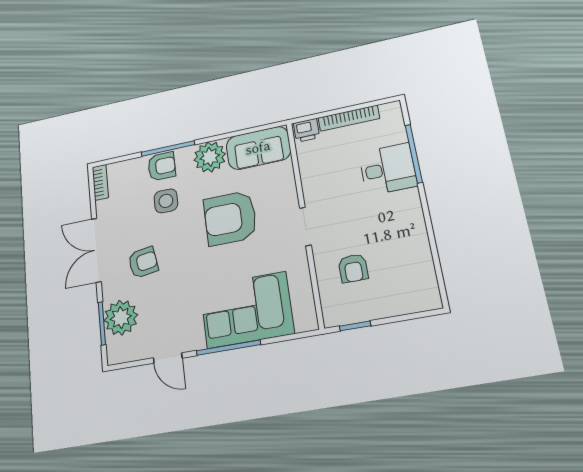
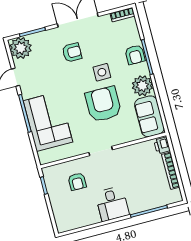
desk: (388, 169) -> (112, 204), moved
side table: (166, 201) -> (102, 72), moved
armchair: (143, 262) -> (72, 52), turned -81
armchair: (353, 268) -> (77, 182), turned -90
plant: (121, 318) -> (21, 48), moved

